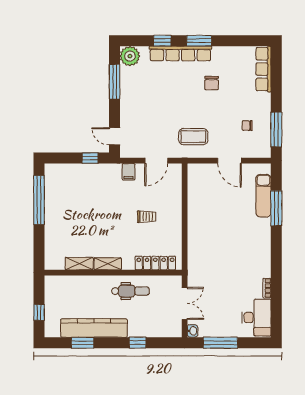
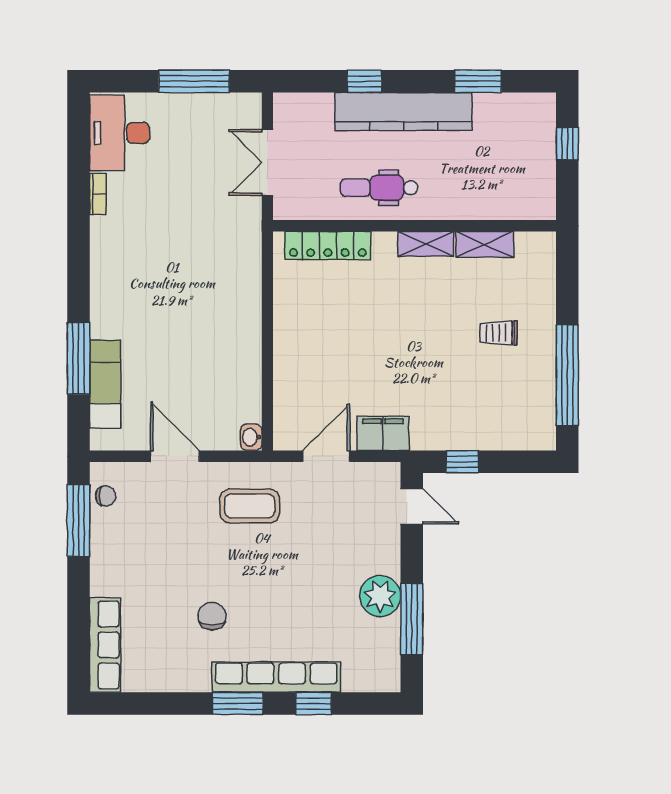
plant: (130, 56) -> (380, 596), moved
chair: (247, 126) -> (106, 496), moved
filing cabinet: (129, 172) -> (383, 433), width x2.00
trolley: (147, 217) -> (499, 333), moved
kitchen counter: (94, 328) -> (403, 112), moved
washbasin: (193, 331) -> (251, 437), moved

